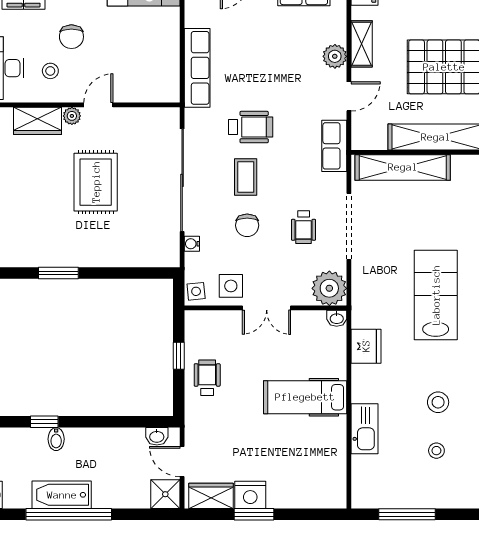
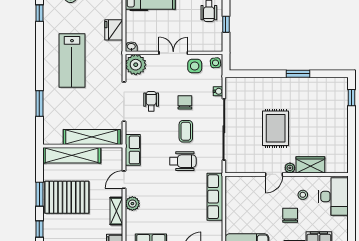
wheelchair: (251, 127) -> (183, 161), turned 180

